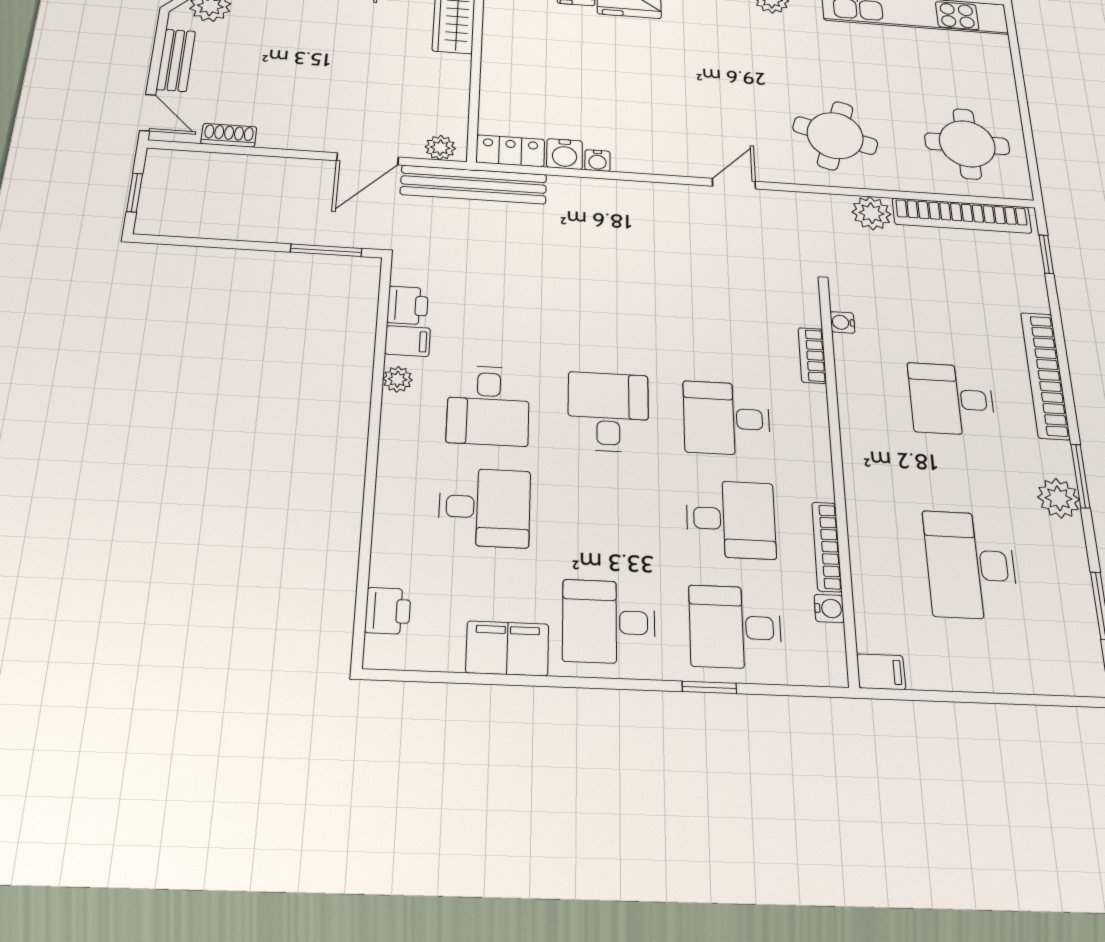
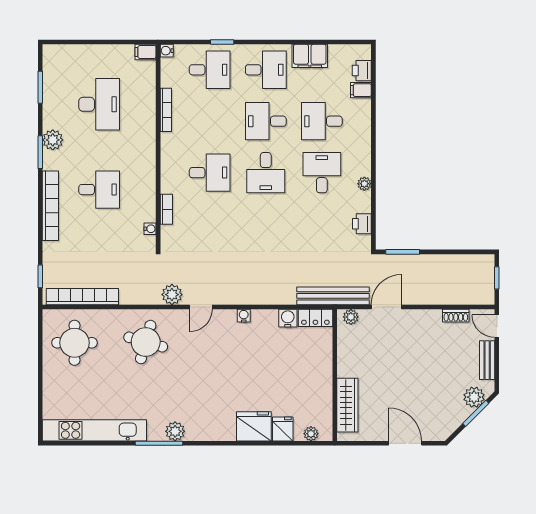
water cooler: (597, 161) -> (244, 316), moved
plant: (871, 213) -> (172, 295), moved
filing cabinet: (408, 341) -> (361, 90), moved
desk: (731, 519) -> (266, 121), moved
water cooler: (829, 608) -> (167, 51), moved

